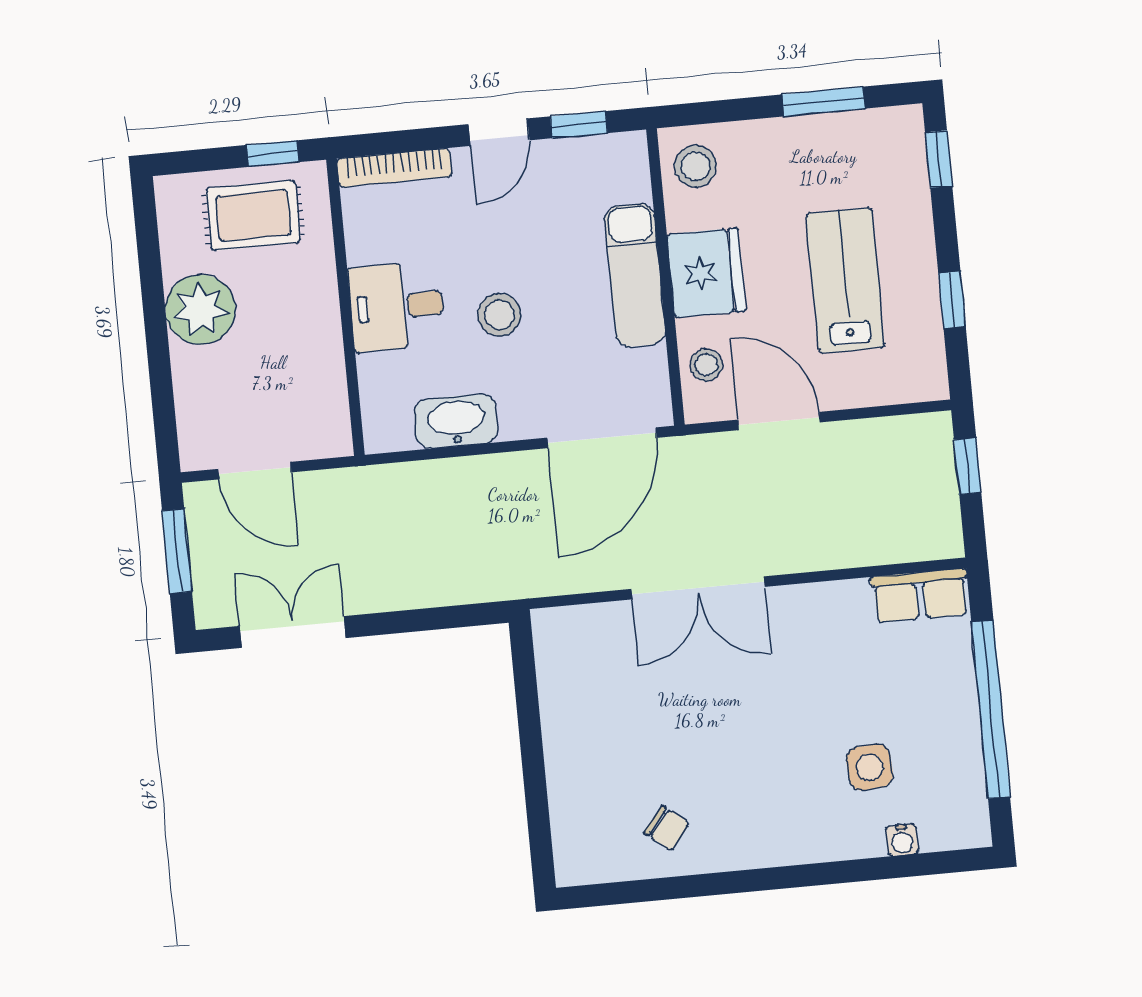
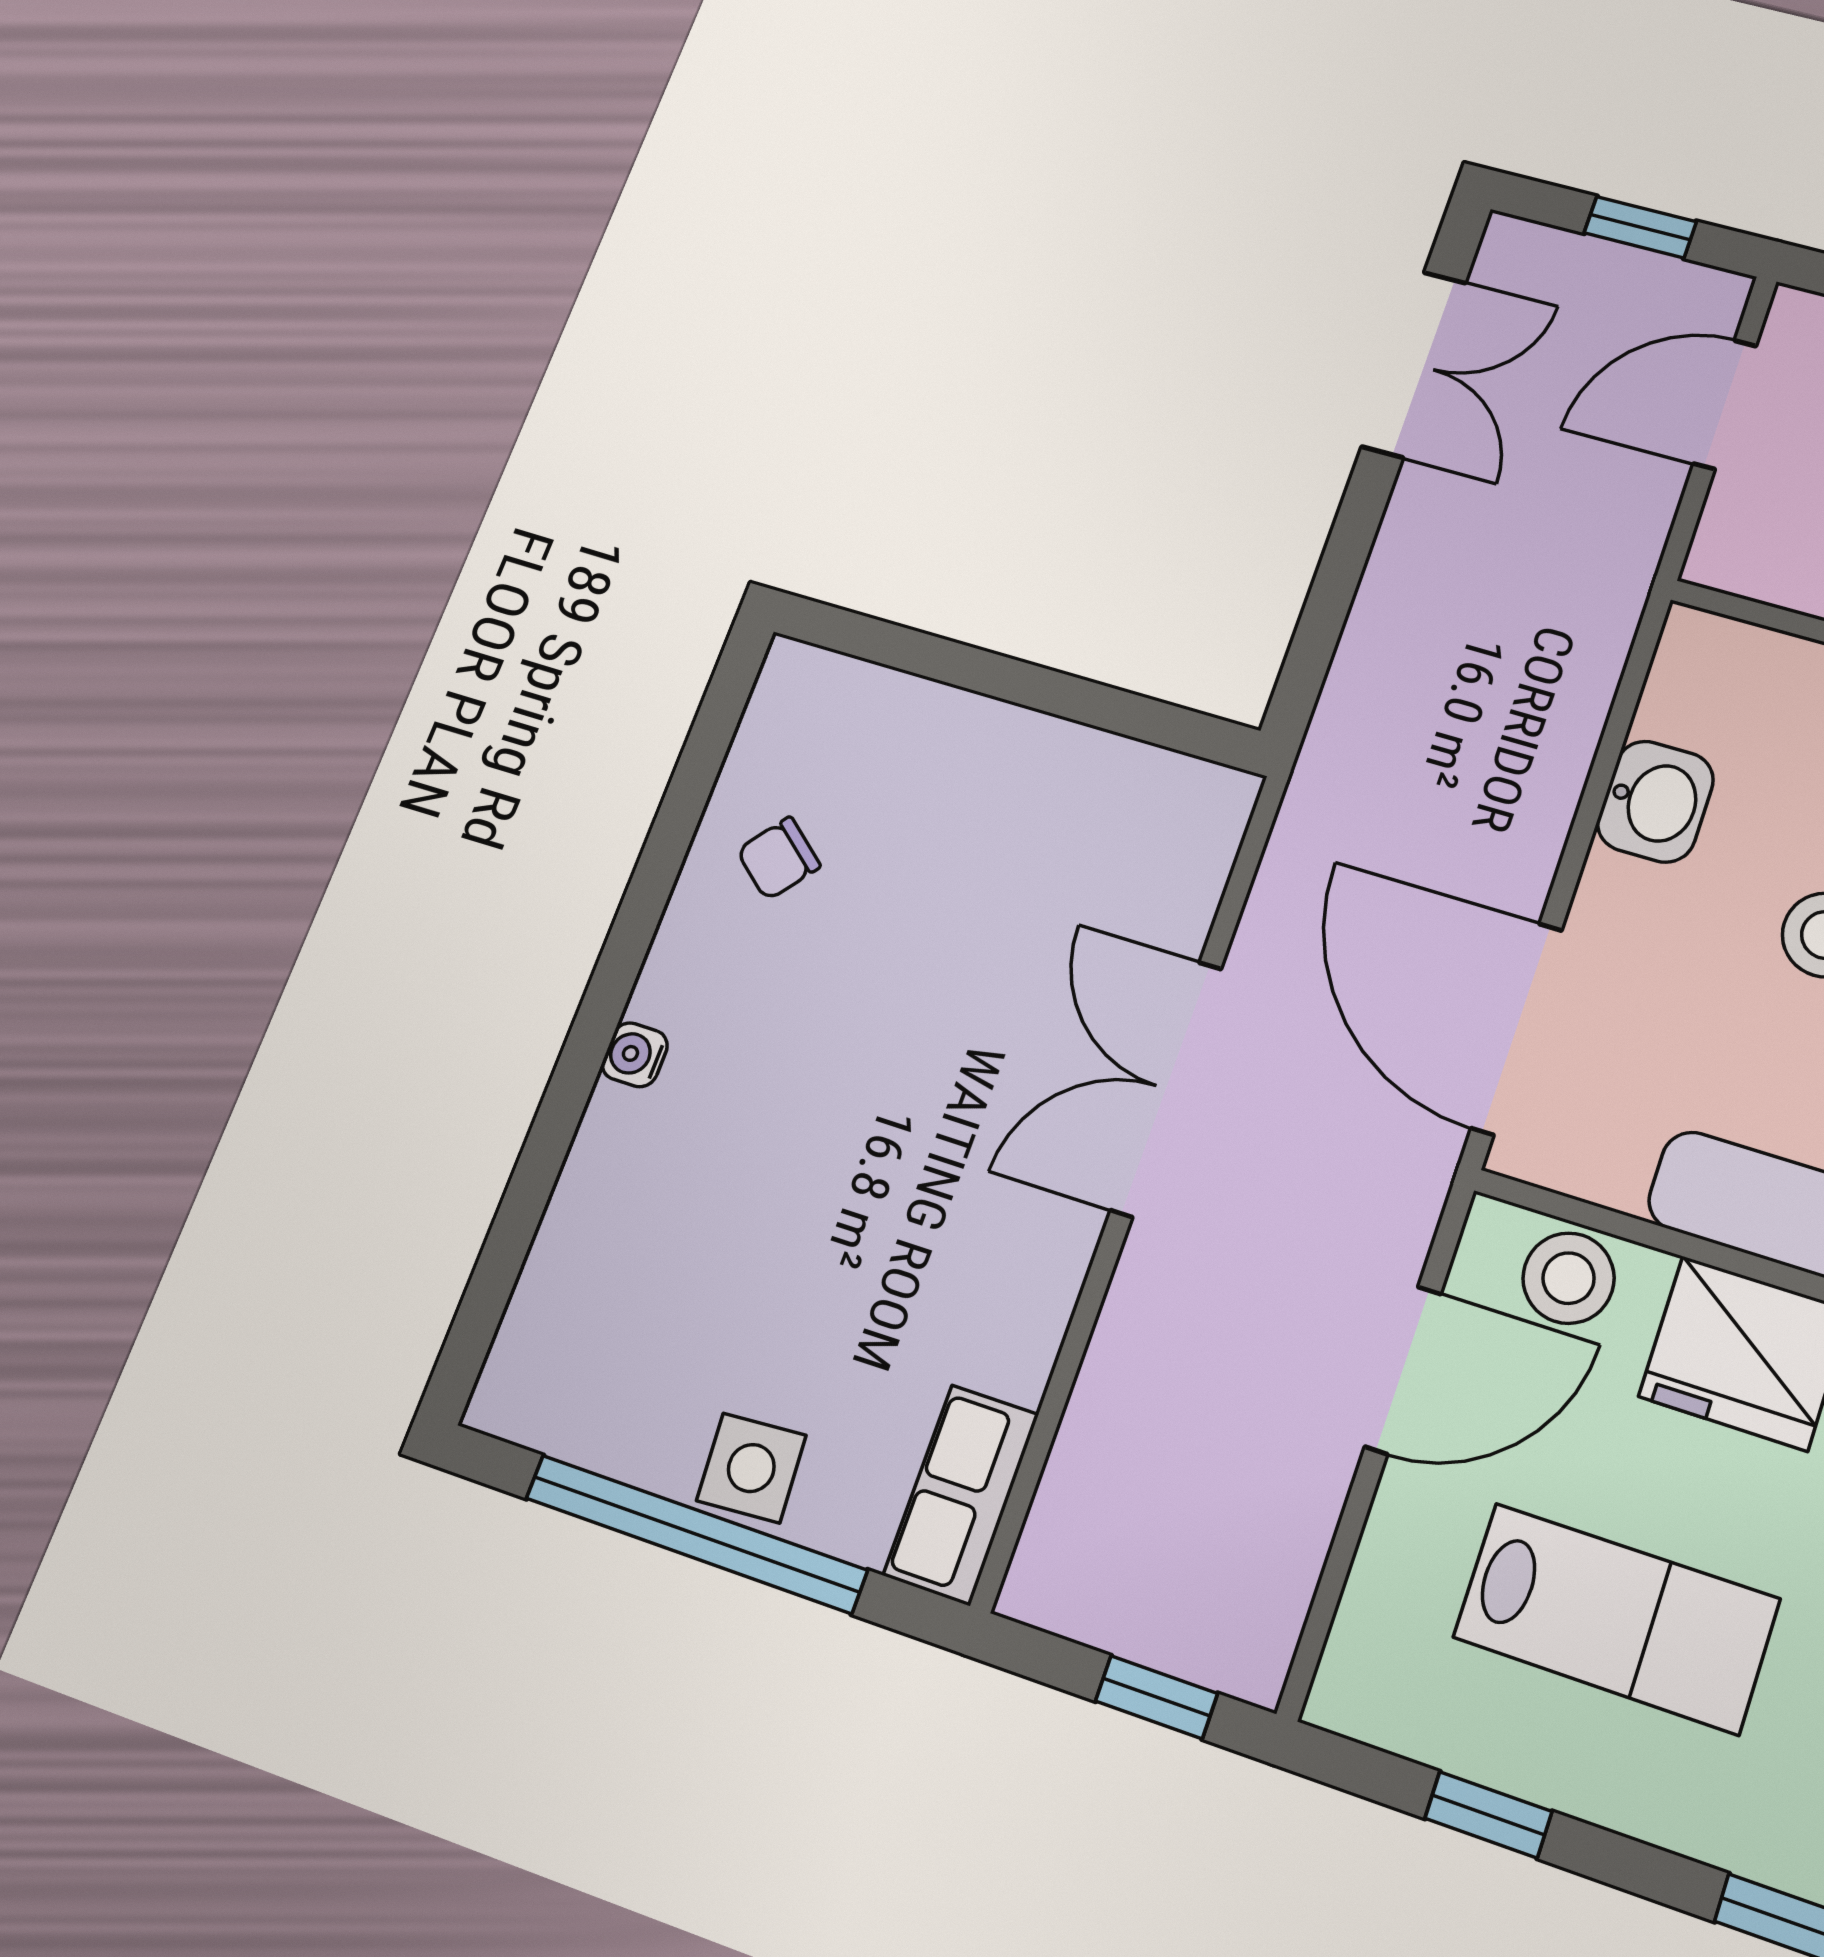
stool: (706, 365) -> (1569, 1278), width x1.37, depth x1.37
washbasin: (456, 421) -> (1655, 802), width x0.72
window: (177, 551) -> (1640, 227), width x0.67
side table: (870, 767) -> (751, 1468), moved
water cooler: (902, 840) -> (635, 1055), moved

